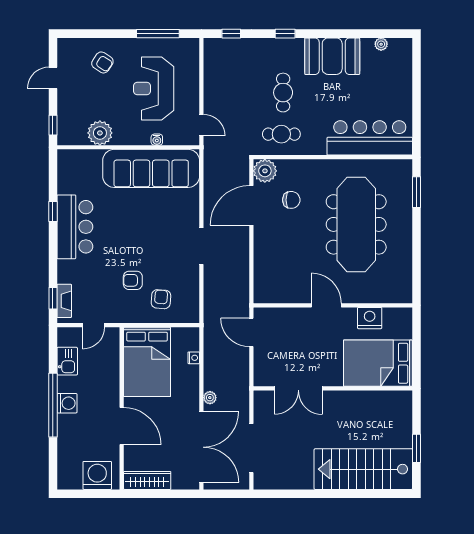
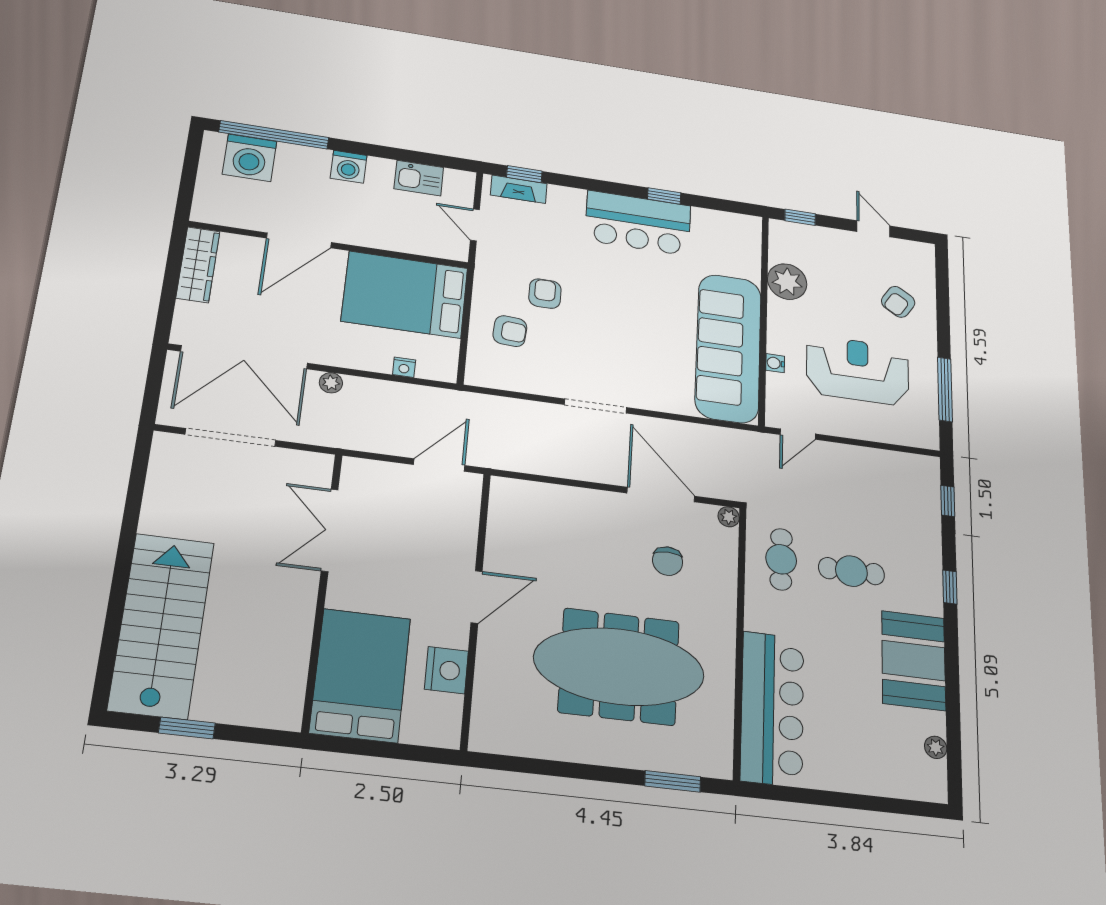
plant: (265, 171) -> (729, 517), width x0.53, depth x0.53
window: (53, 405) -> (274, 135), moved
washing machine: (97, 475) -> (250, 158), moved, turned 90

